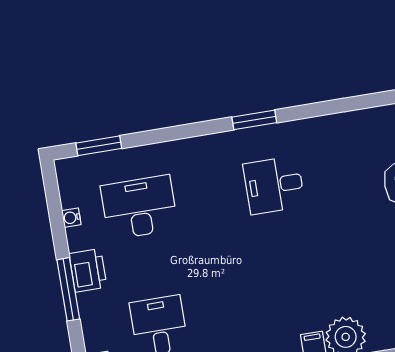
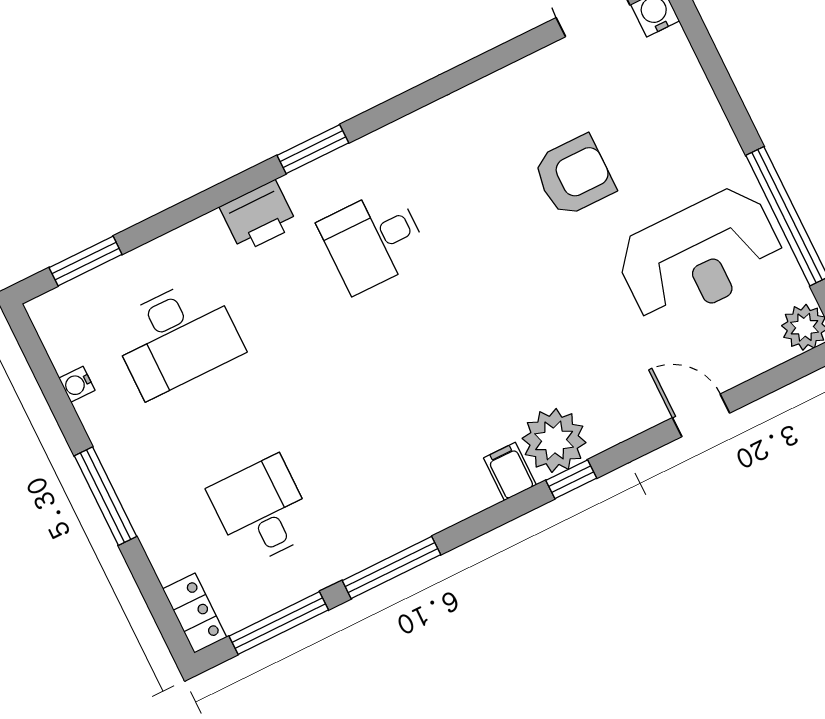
desk: (139, 207) -> (177, 337), turned 180
printer: (88, 270) -> (258, 216), moved, turned 90

